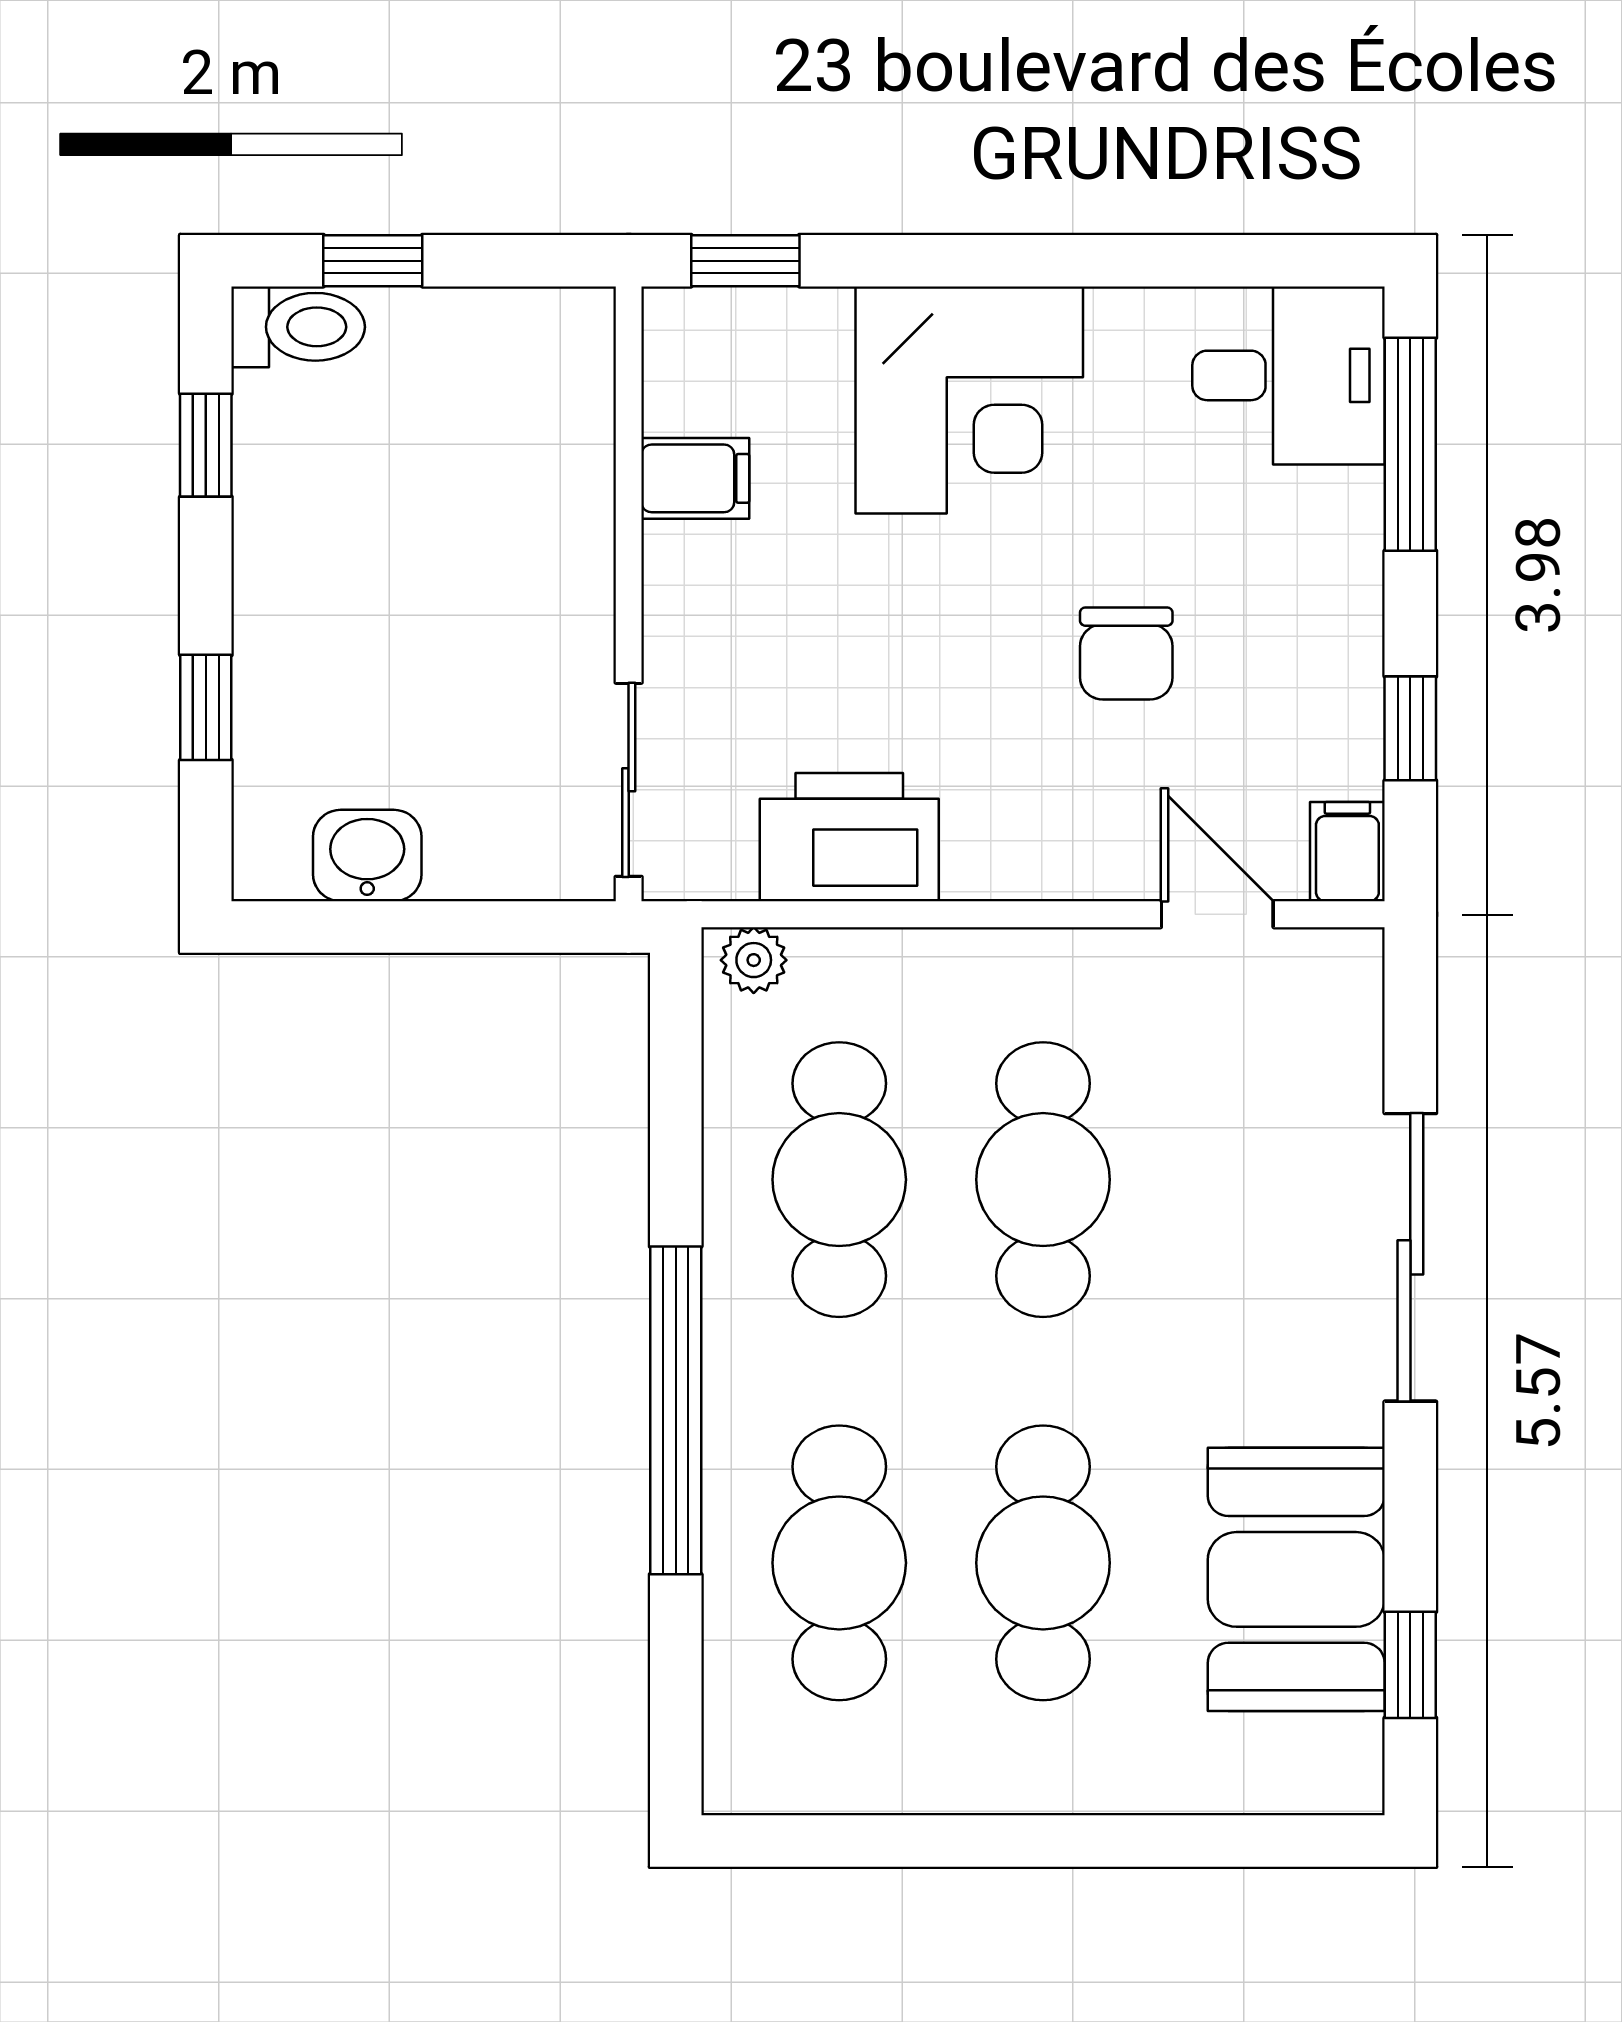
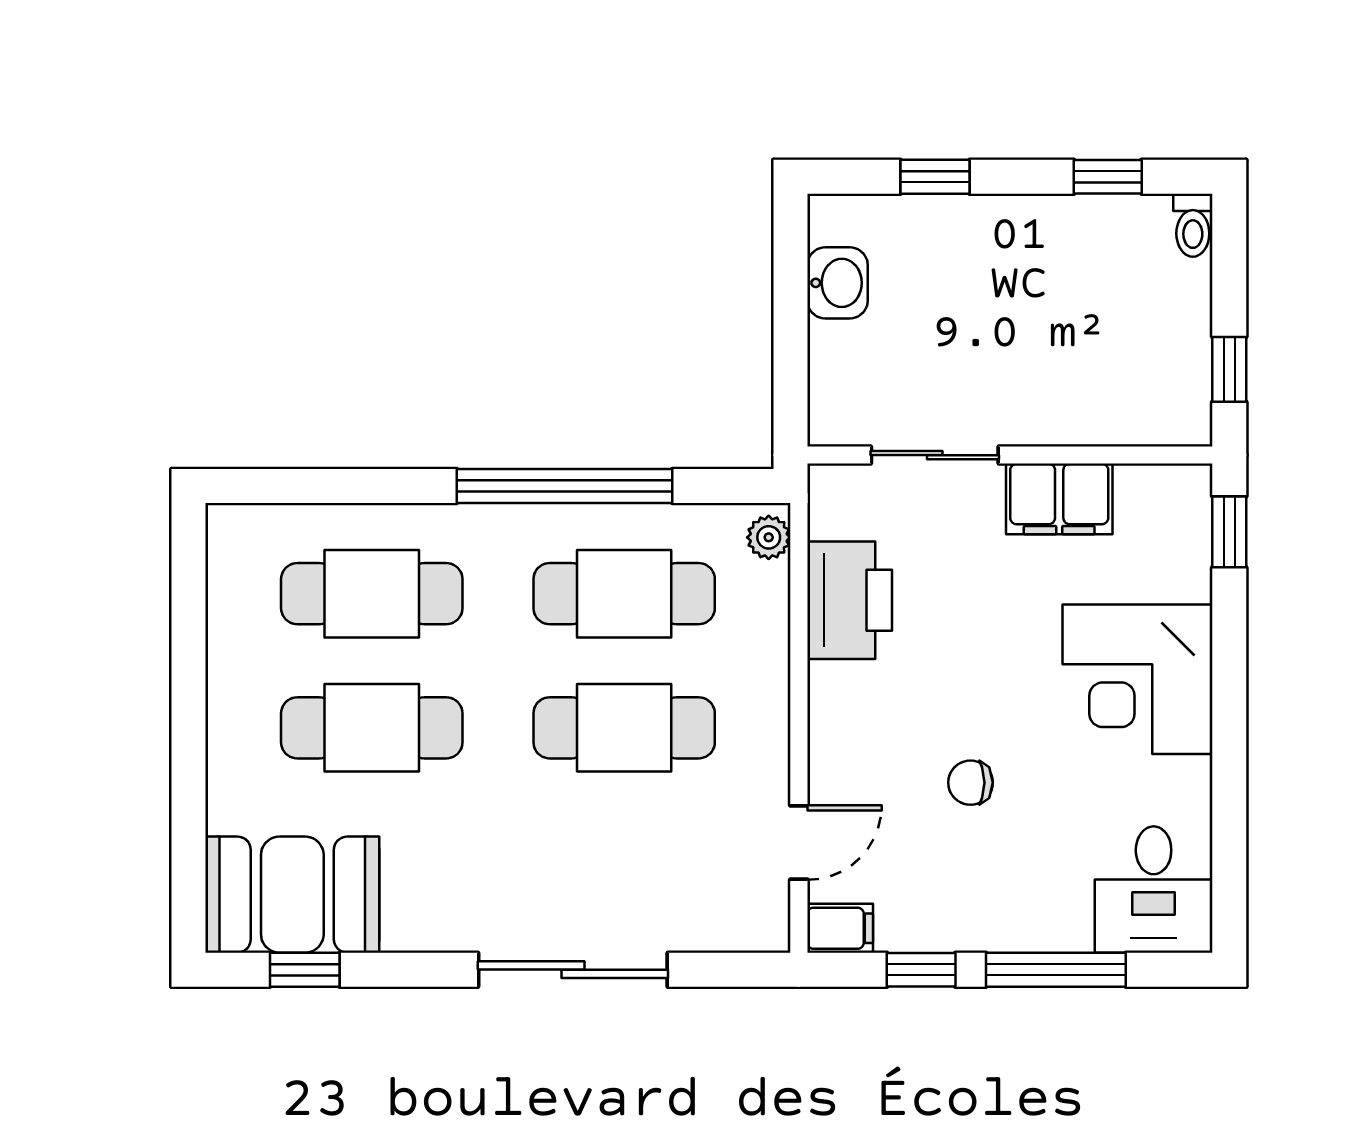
window: (373, 261) -> (1229, 369), moved
toilet: (298, 327) -> (1193, 225), width x0.73, depth x0.72
window: (1410, 444) -> (1056, 970), moved
filing cabinet: (695, 478) -> (1059, 499), width x2.00
chair: (1126, 654) -> (971, 783), width x0.73, depth x0.73
sliding door: (629, 780) -> (935, 455), moved
window: (676, 1410) -> (565, 486), moved
booth: (1296, 1579) -> (292, 895), moved

